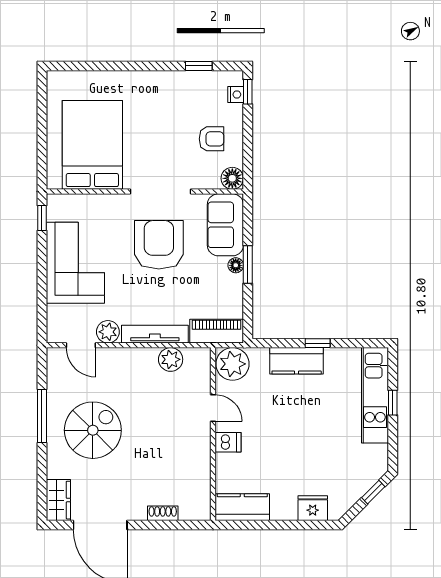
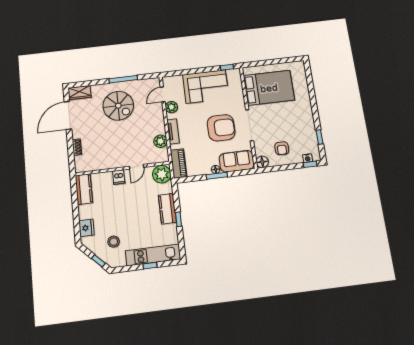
tv unit: (155, 334) -> (173, 131), width x0.71
stool: (343, 462) -> (114, 242), added

